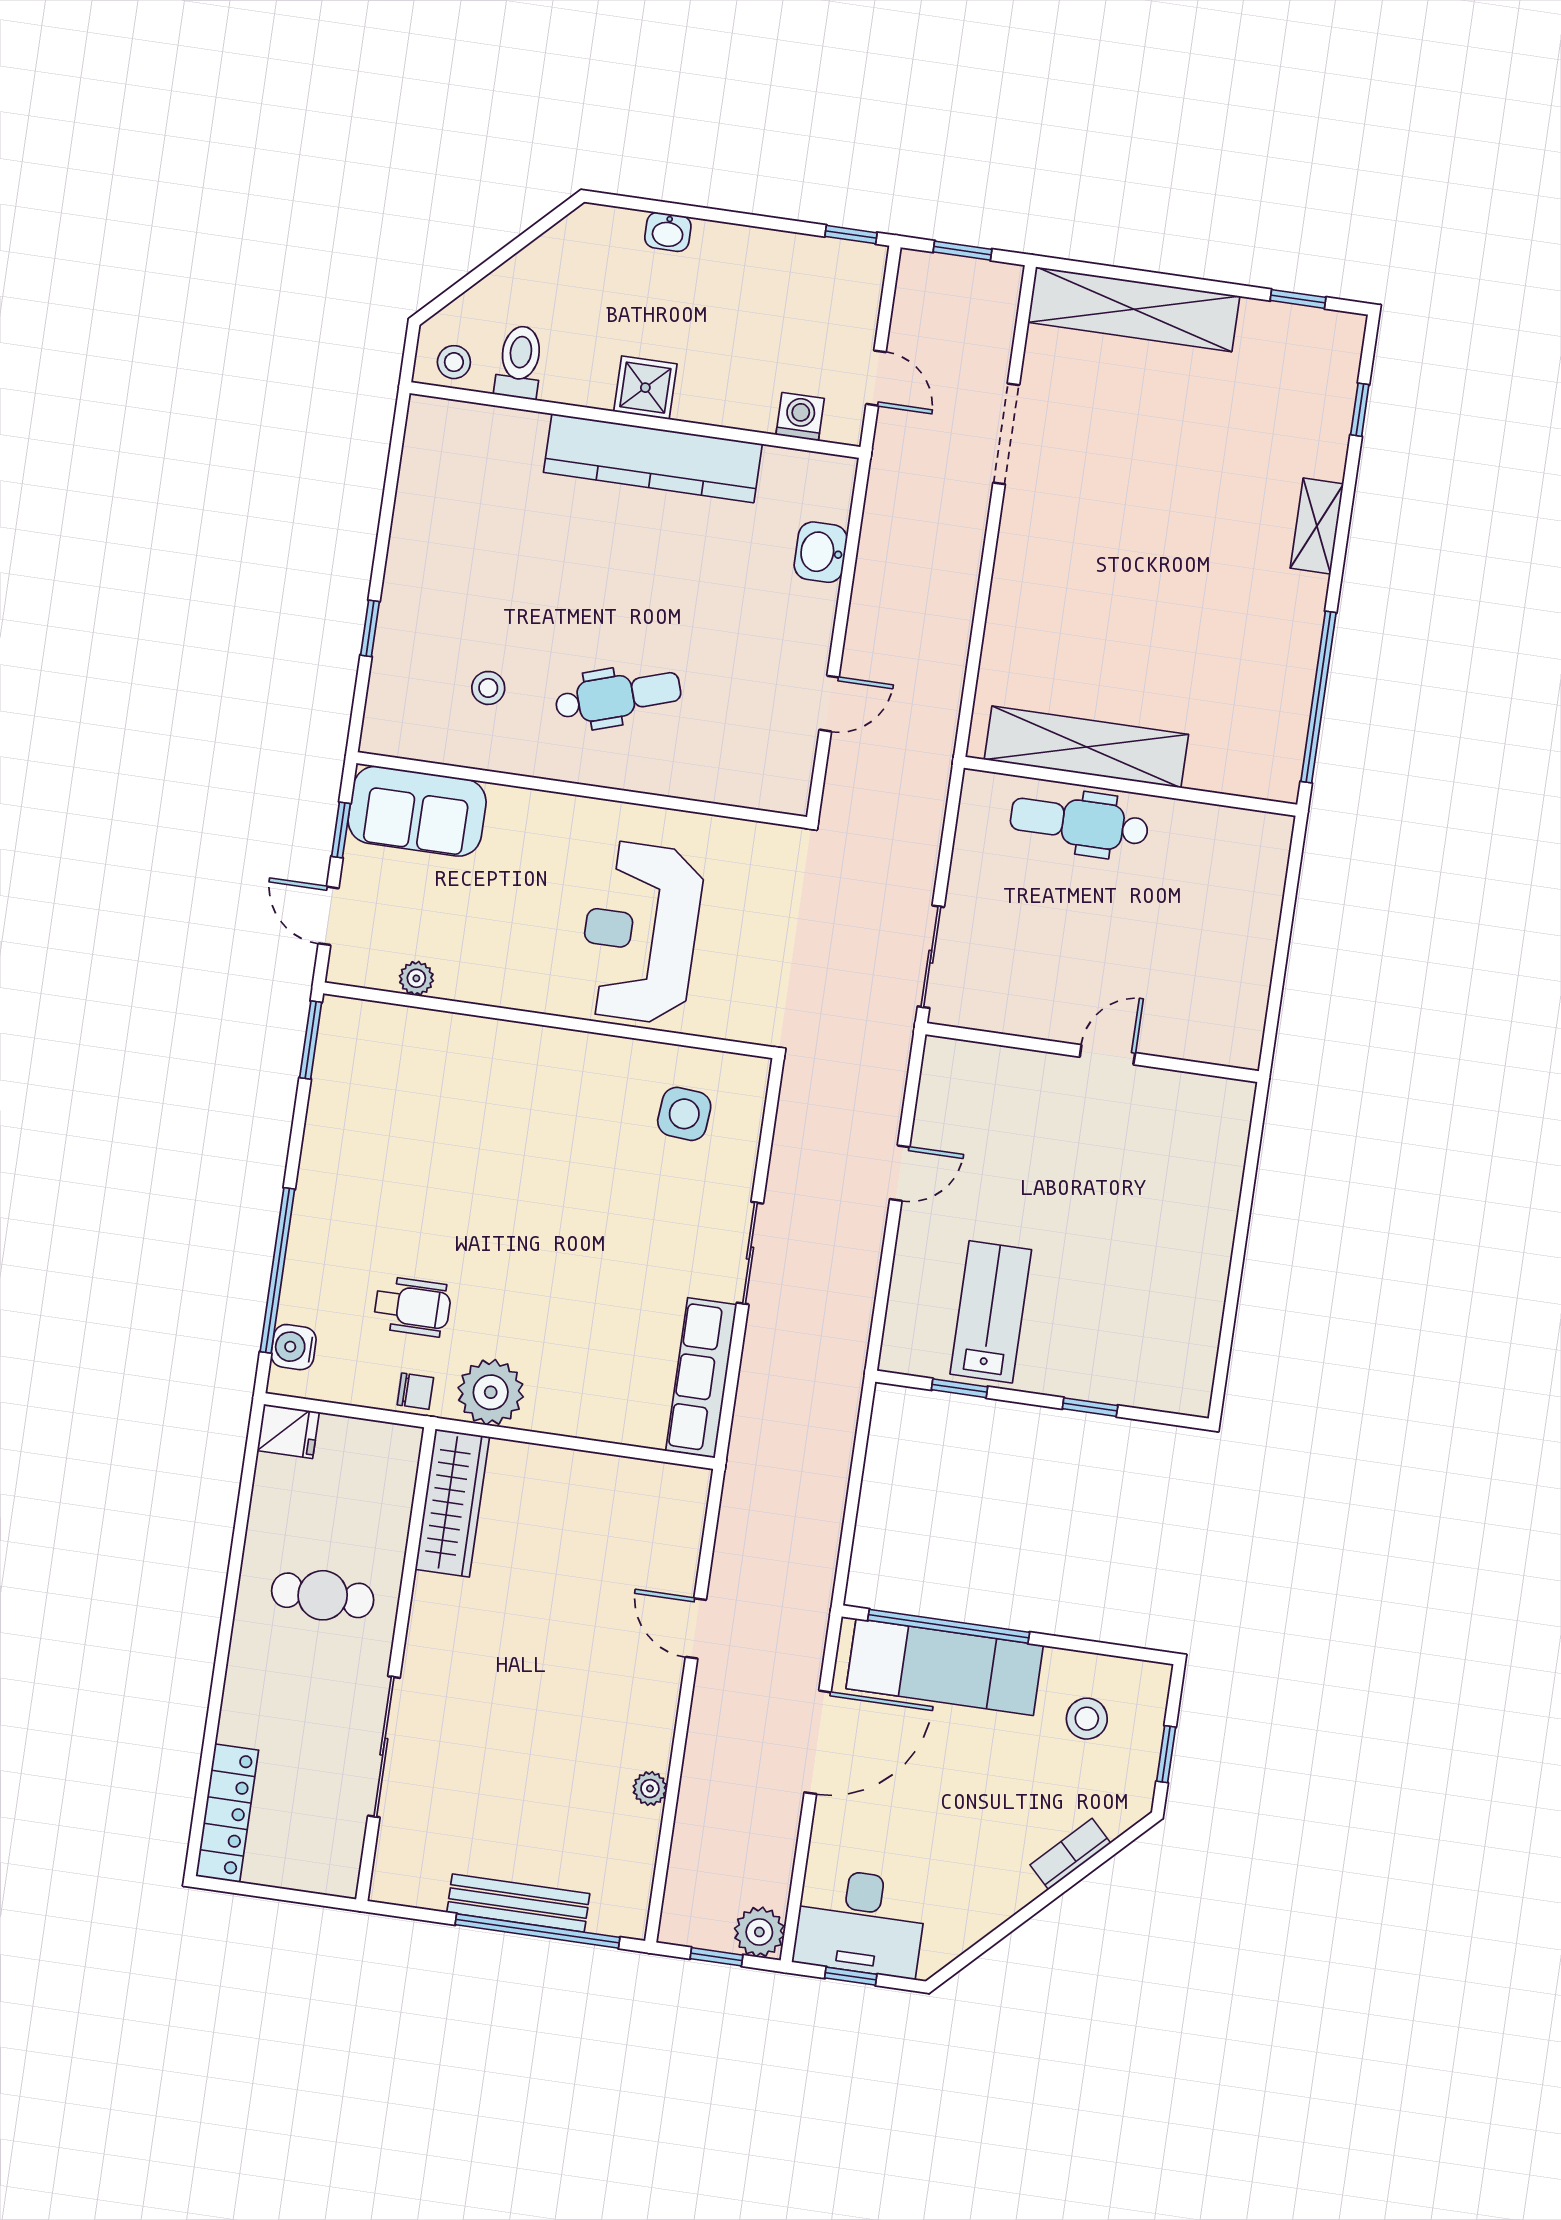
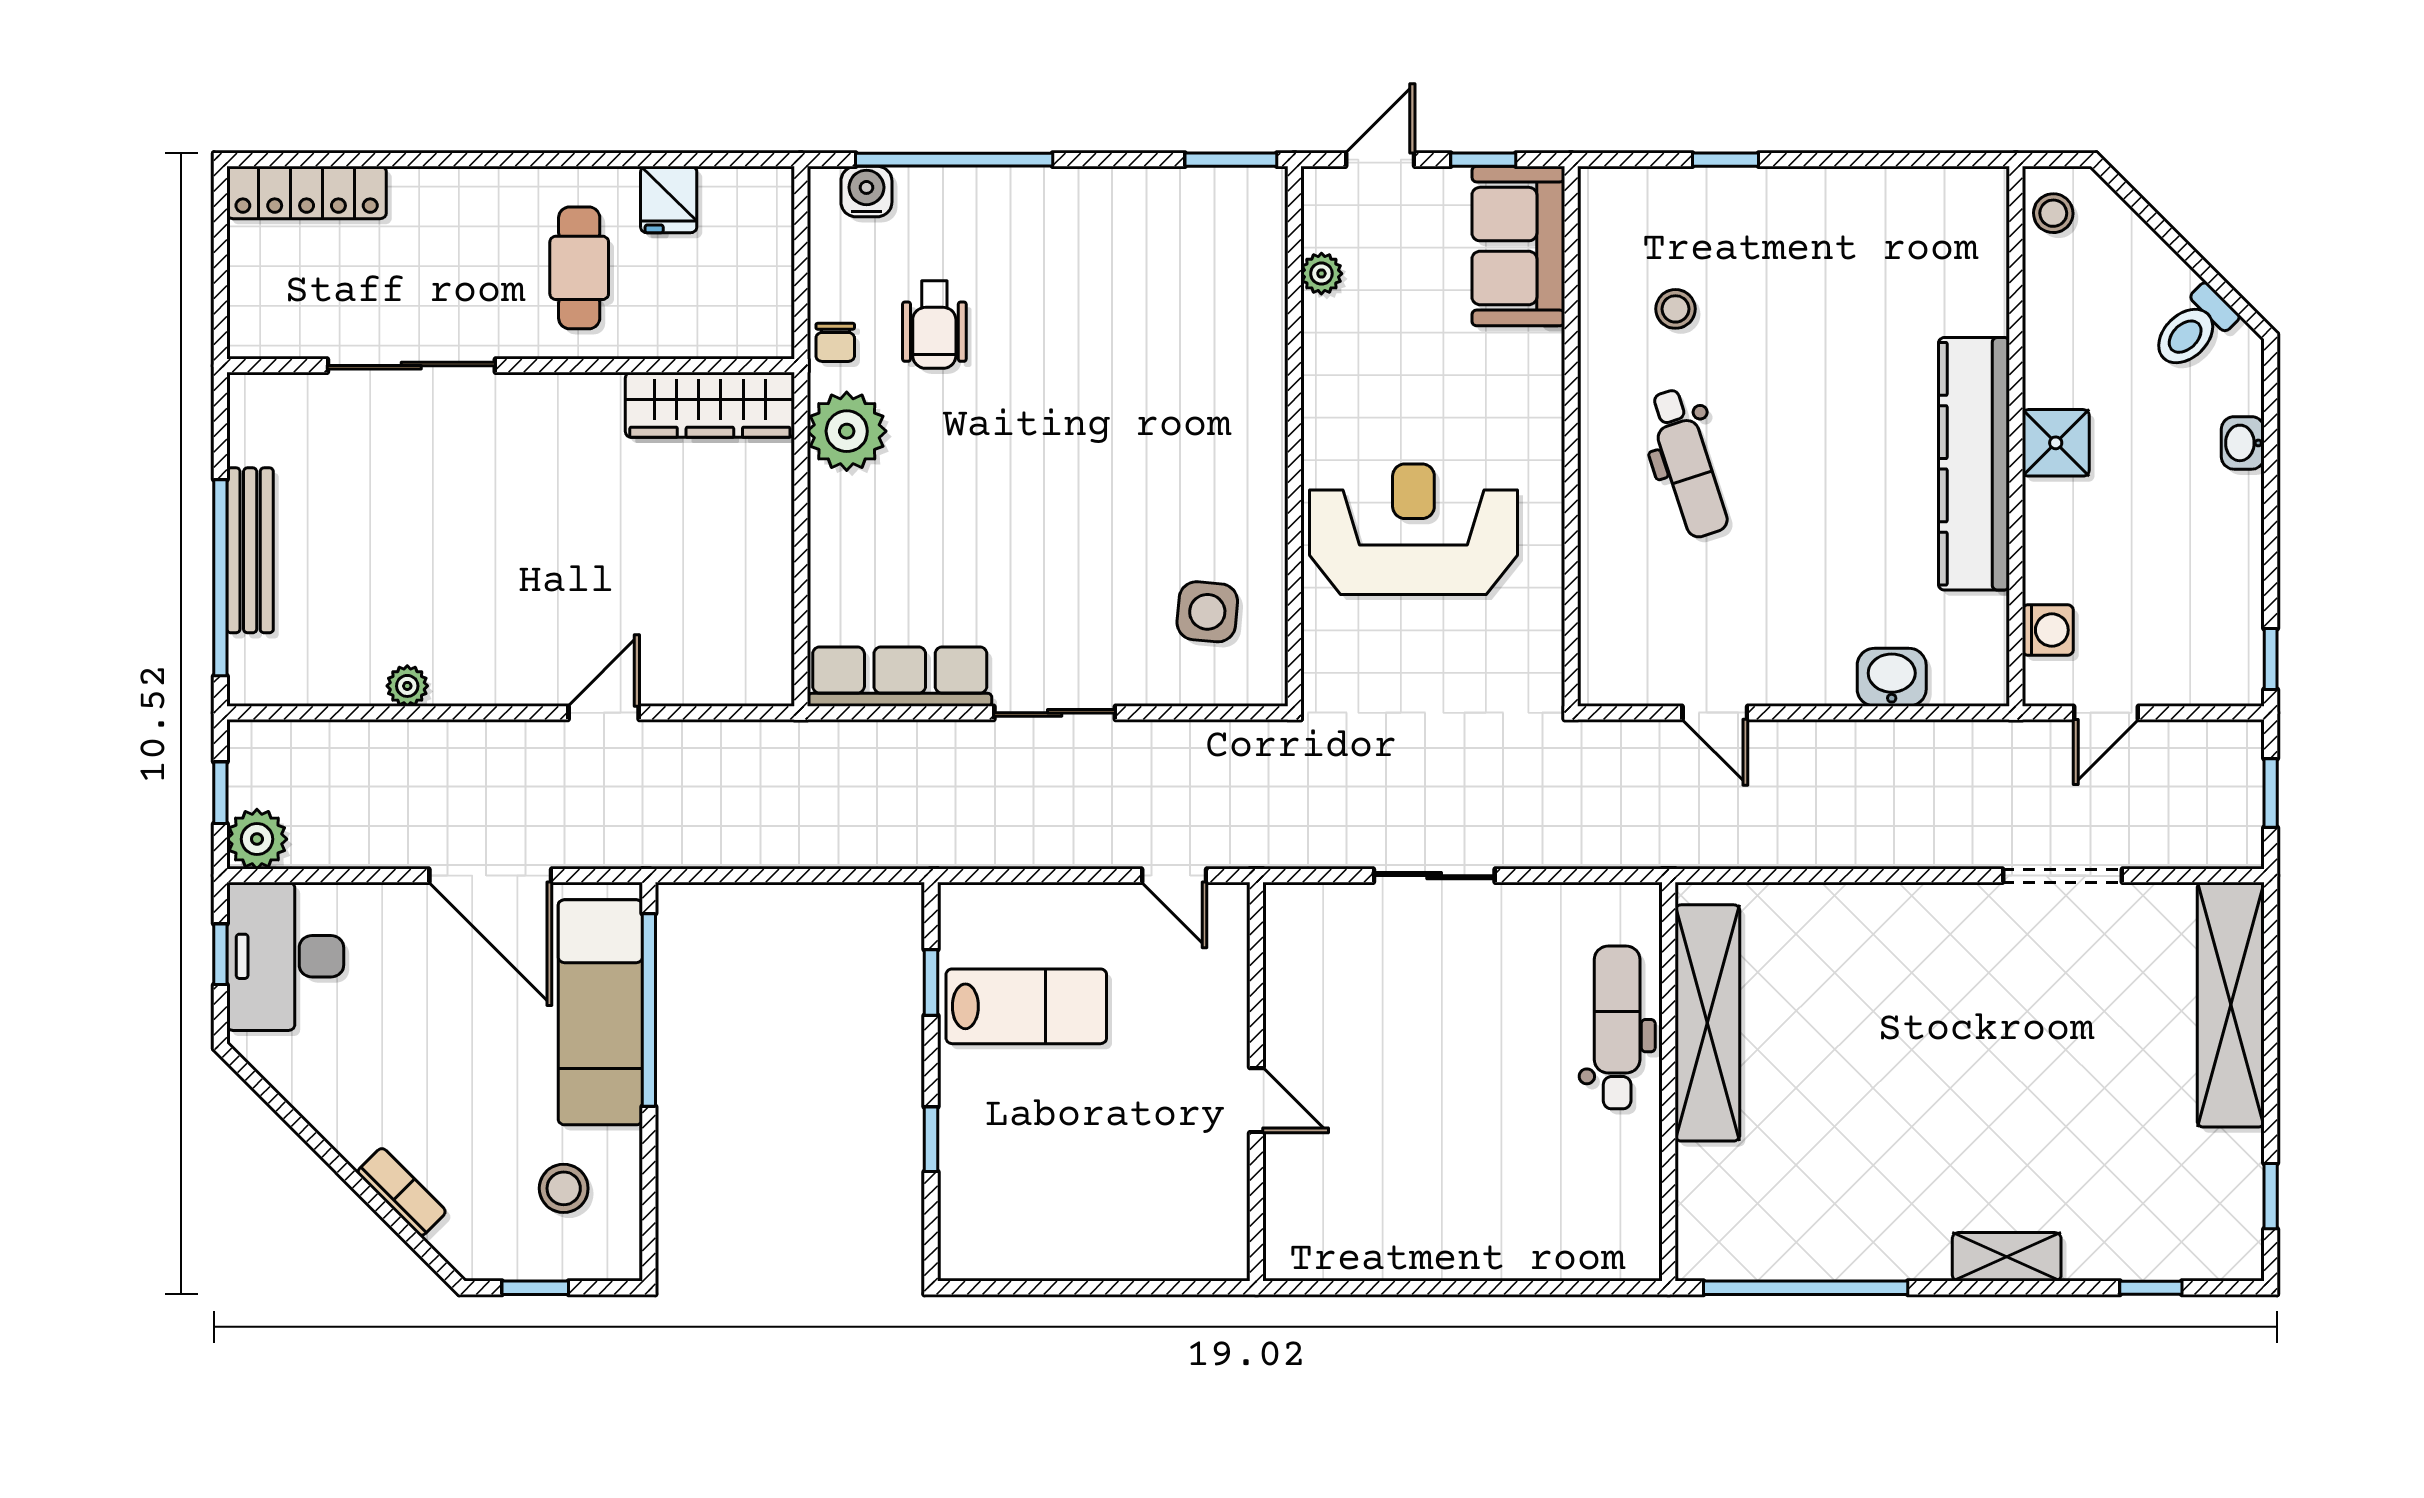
toilet: (520, 362) -> (2193, 328), moved, turned 135
wall: (1092, 1053) -> (1256, 1082), moved
door: (1107, 1055) -> (1256, 1100), moved
fridge: (288, 1431) -> (669, 199), moved

